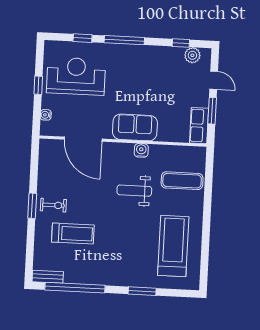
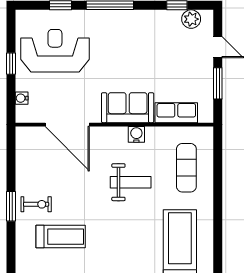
row of seats: (199, 126) -> (176, 113), moved, turned 90
exercise mat: (182, 181) -> (186, 168), turned 90
weight bench: (134, 191) -> (131, 182), turned 180

